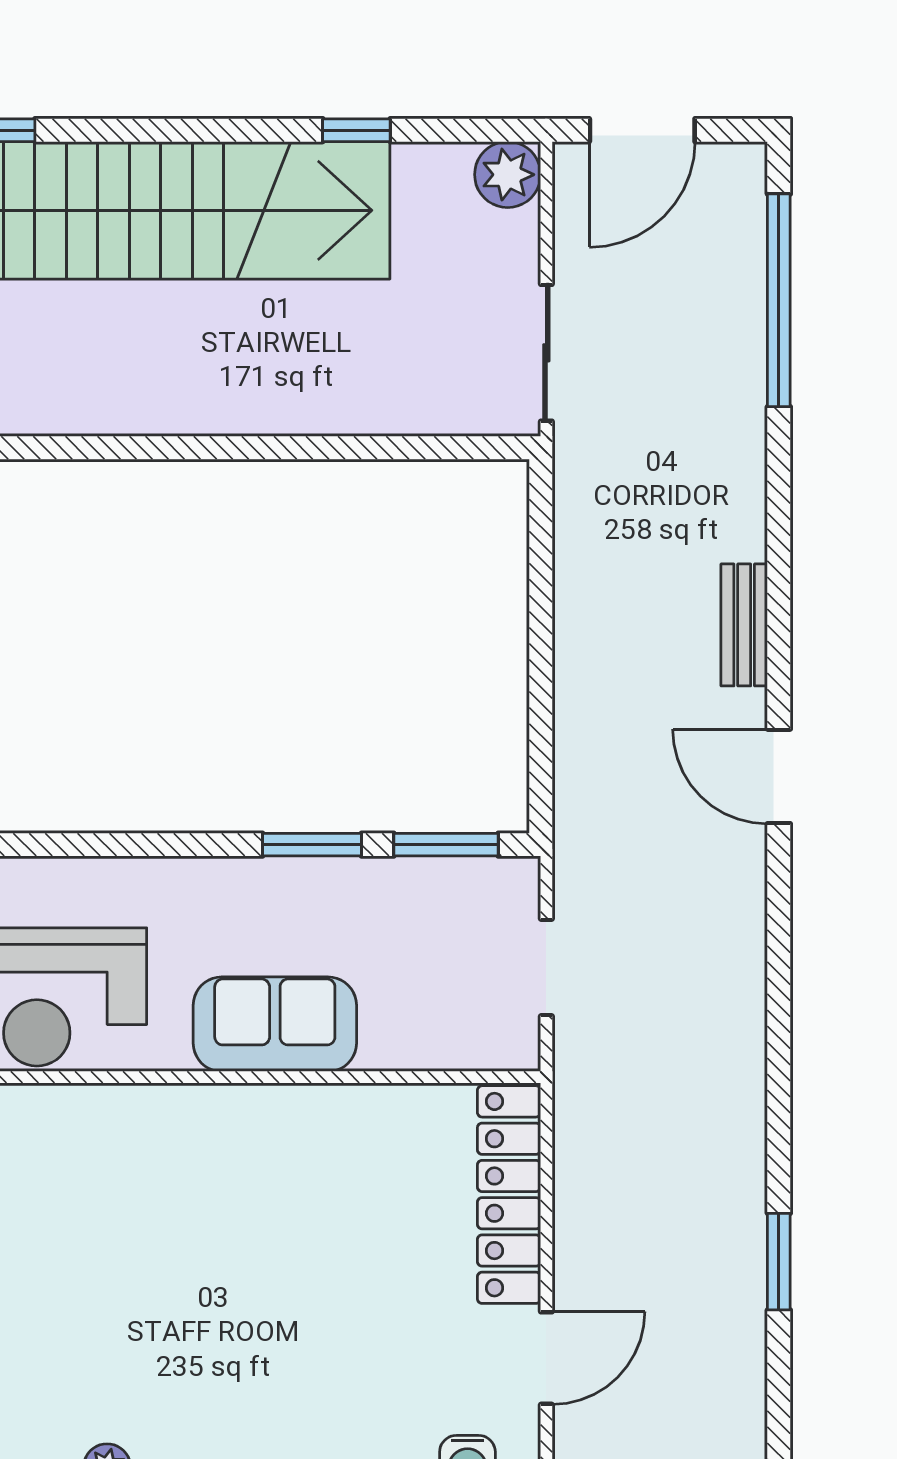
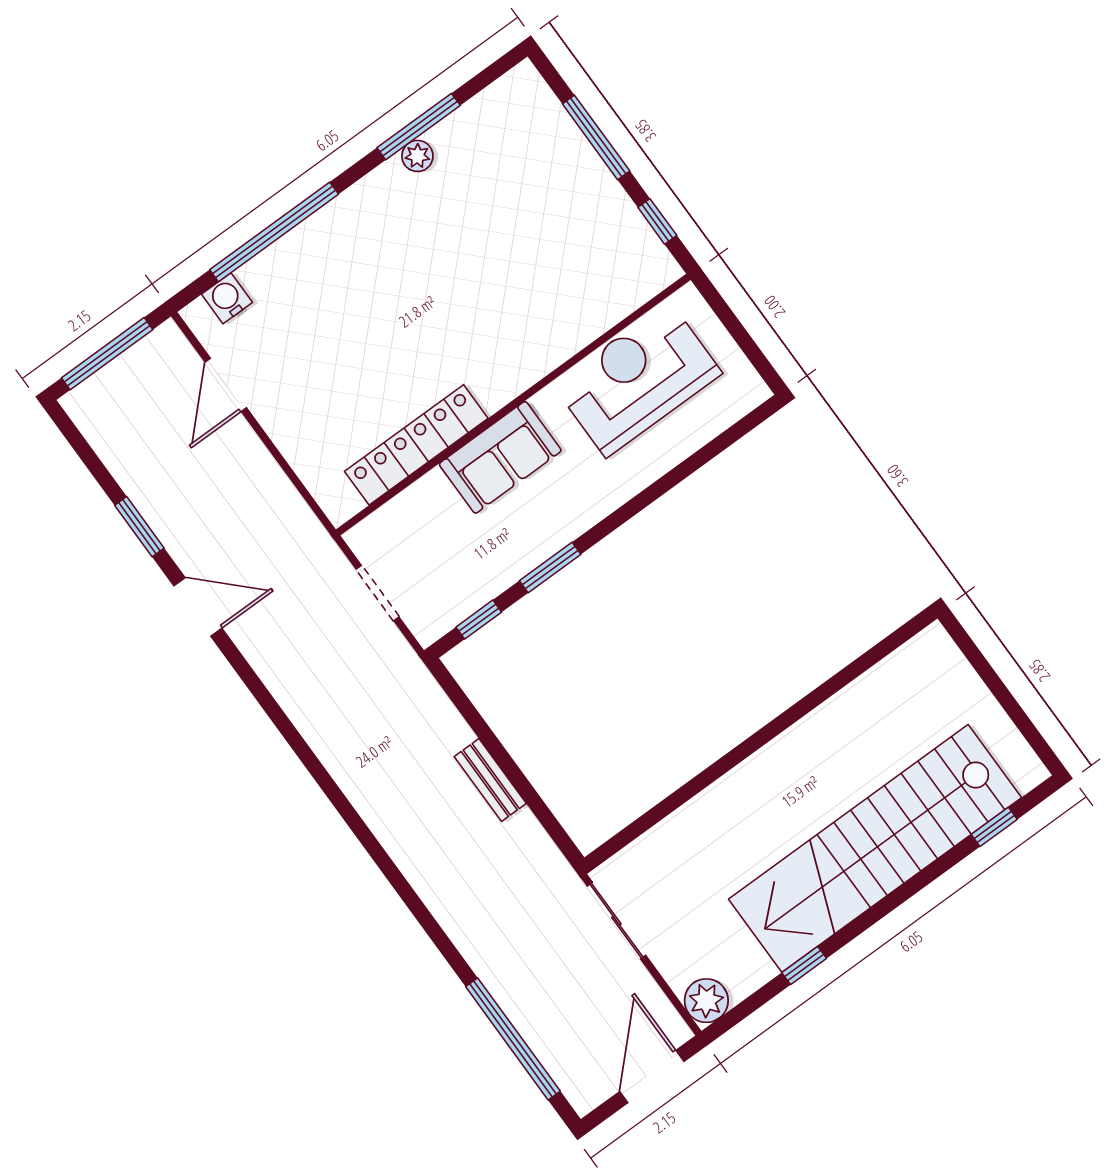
bench: (744, 625) -> (490, 780), moved
door: (779, 776) -> (198, 607), moved
window: (446, 845) -> (479, 620), width x0.67
locker: (509, 1195) -> (416, 445), moved, turned -90

